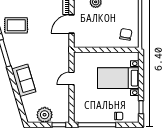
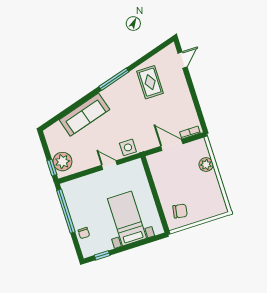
side table: (62, 59) -> (128, 147), added
sofa: (24, 80) -> (84, 115), width x1.36
plant: (45, 115) -> (62, 162), moved

